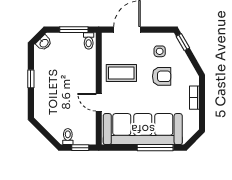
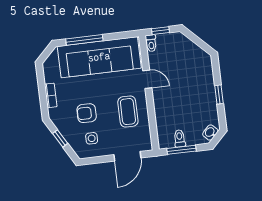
toilet: (89, 41) -> (180, 138), moved
window: (183, 42) -> (60, 138), moved
coffee table: (121, 73) -> (128, 112), turned 90
toilet: (68, 137) -> (151, 43), moved

